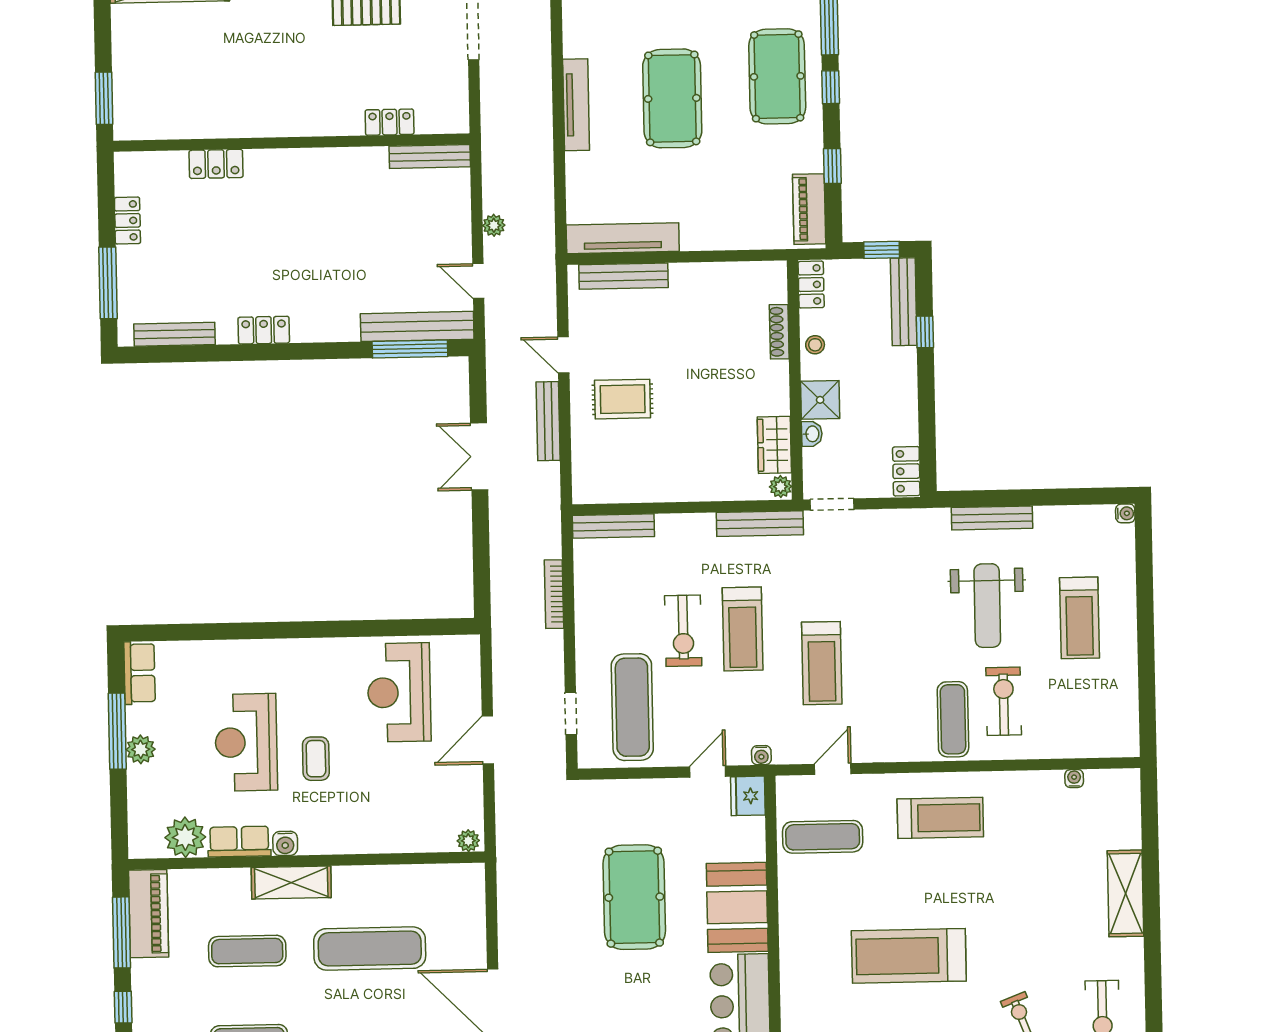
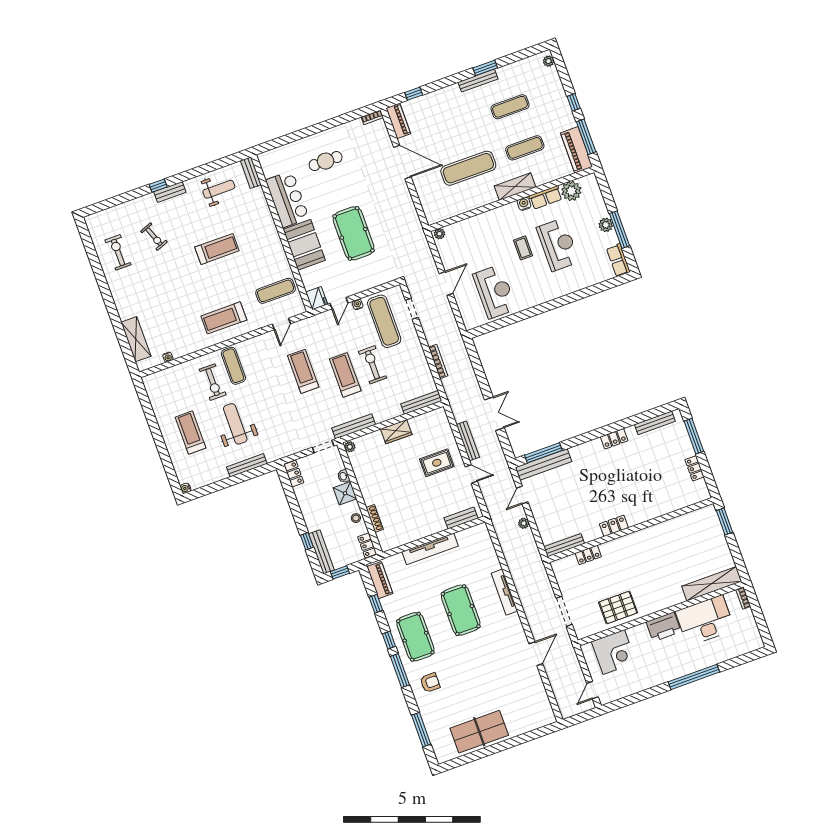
locker: (216, 164) -> (614, 526), moved
tv unit: (623, 238) -> (430, 549), moved
bench: (623, 276) -> (461, 518), width x0.73
door: (478, 281) -> (522, 495), swing flipped
wardrobe: (774, 445) -> (396, 432), moved, turned 90
water cooler: (761, 755) -> (358, 304), moved
shelving: (1125, 893) -> (136, 339), moved
treadmill: (909, 956) -> (217, 249), width x0.73, depth x0.73

